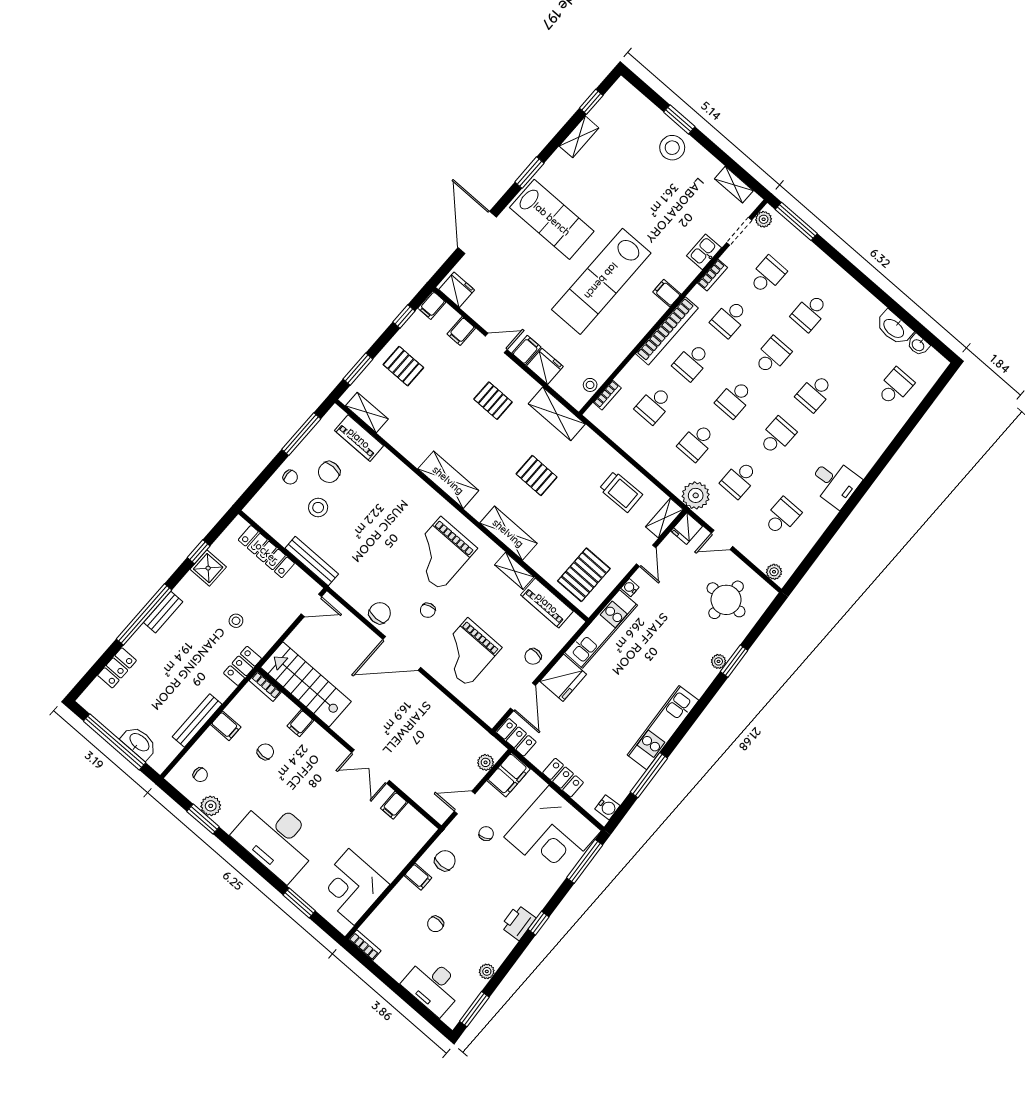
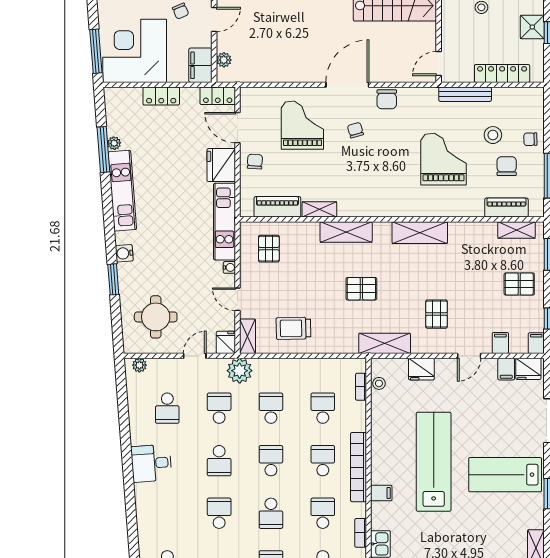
filing cabinet: (526, 350) -> (506, 369), moved
pallet: (493, 401) -> (437, 314), turned 90
grand piano: (441, 553) -> (443, 159), moved
pallet: (584, 575) -> (269, 249), width x0.67, depth x0.71
plant: (719, 661) -> (114, 143), moved
water cooler: (607, 807) -> (124, 253), moved

